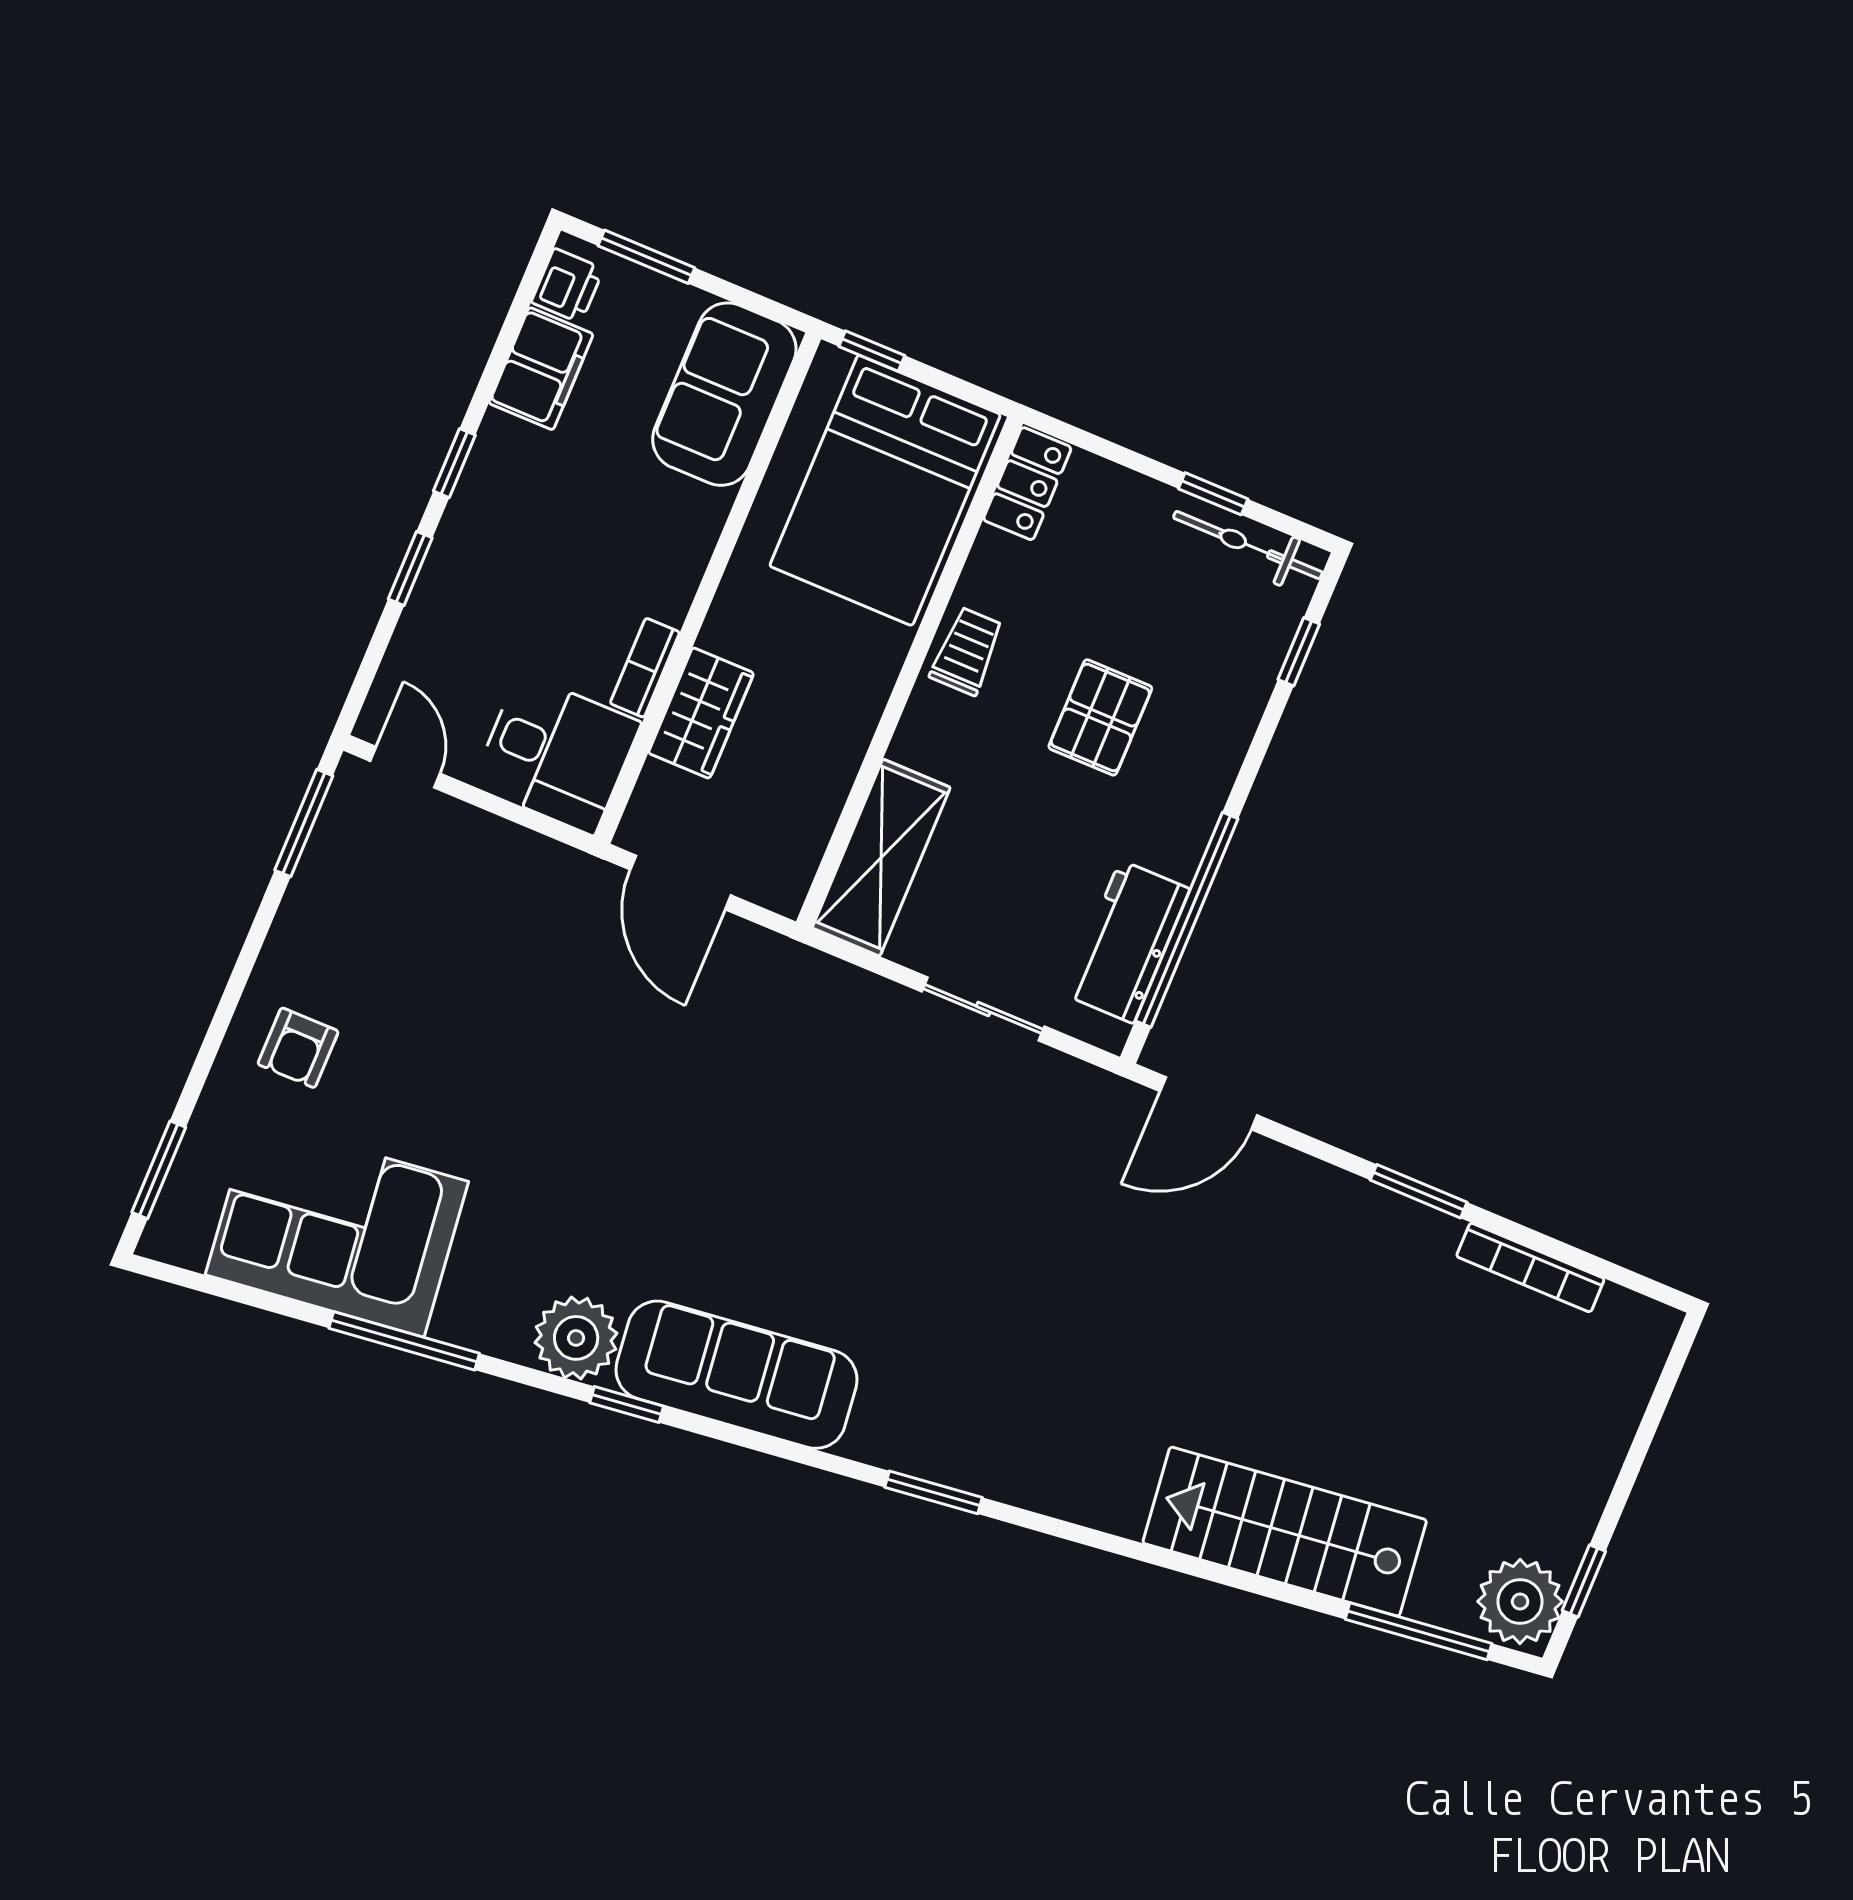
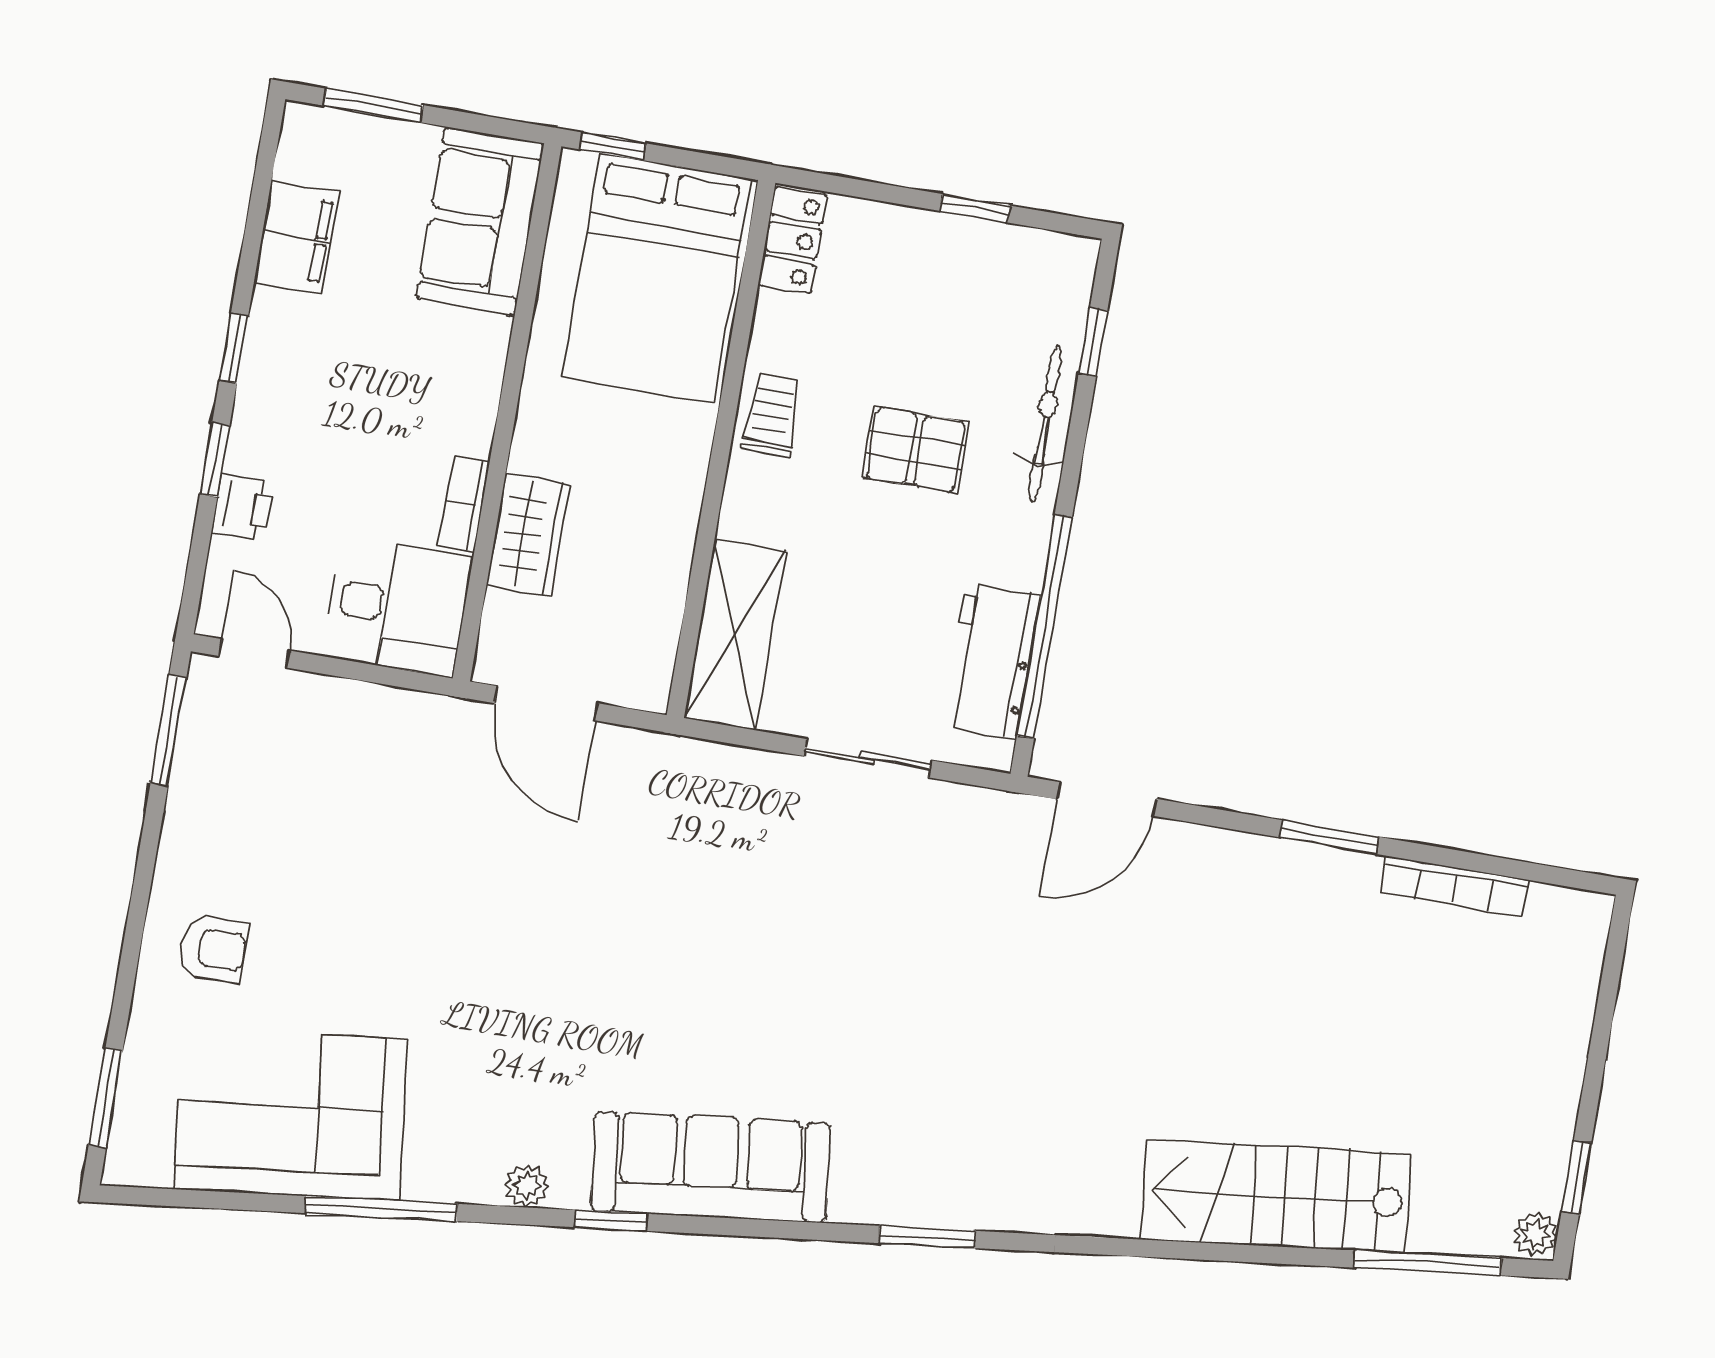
printer: (567, 286) -> (243, 507), moved
bicycle: (1248, 545) -> (1045, 423), moved, turned 90
pallet: (1100, 717) -> (916, 450), turned 90
armchair: (298, 1048) -> (213, 949), turned -90
plant: (576, 1338) -> (527, 1186), width x0.53, depth x0.53
plant: (1520, 1602) -> (1535, 1234), width x0.53, depth x0.53

